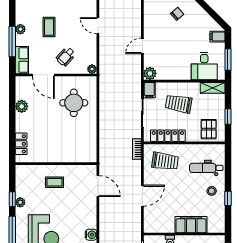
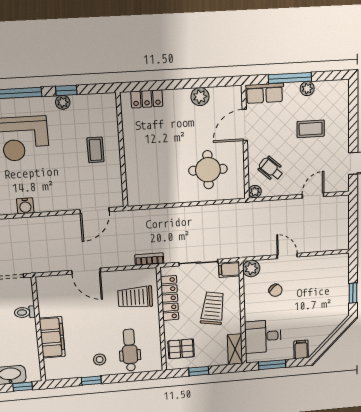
chair: (177, 14) -> (276, 290), moved
wheelchair: (66, 56) -> (271, 169), moved
trolley: (165, 161) -> (135, 297), turned 82

